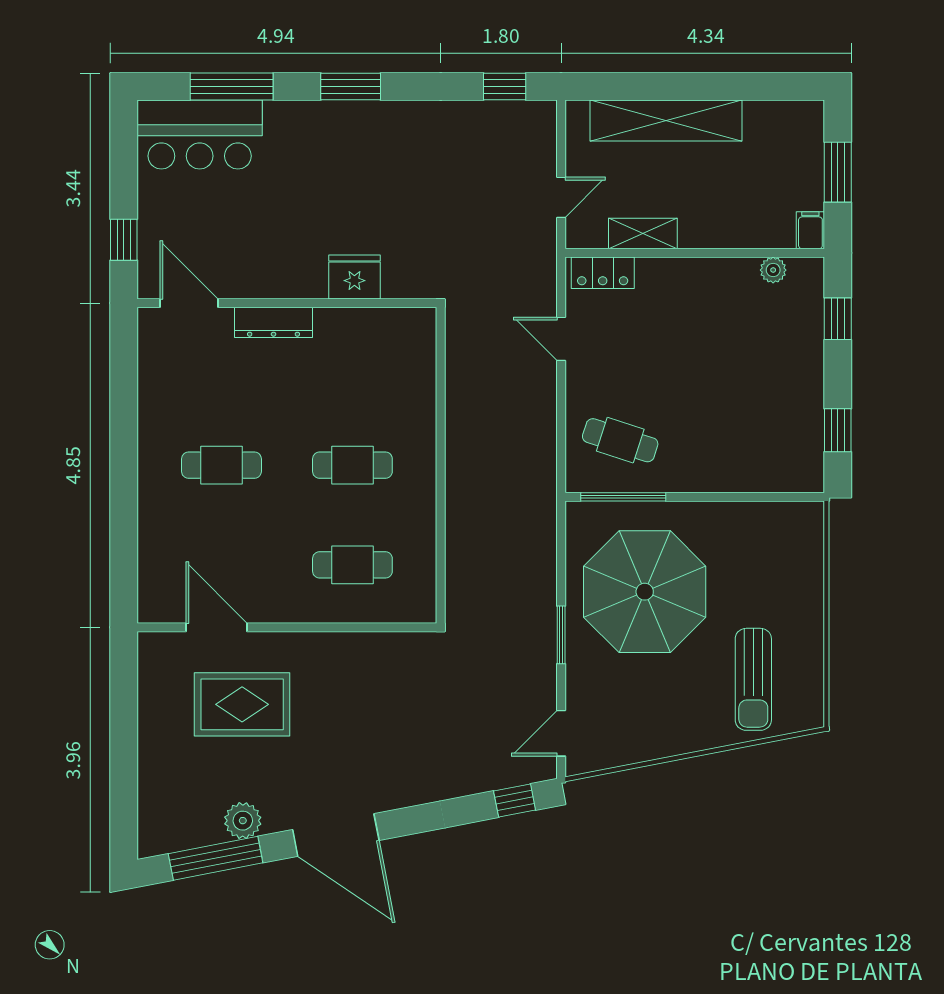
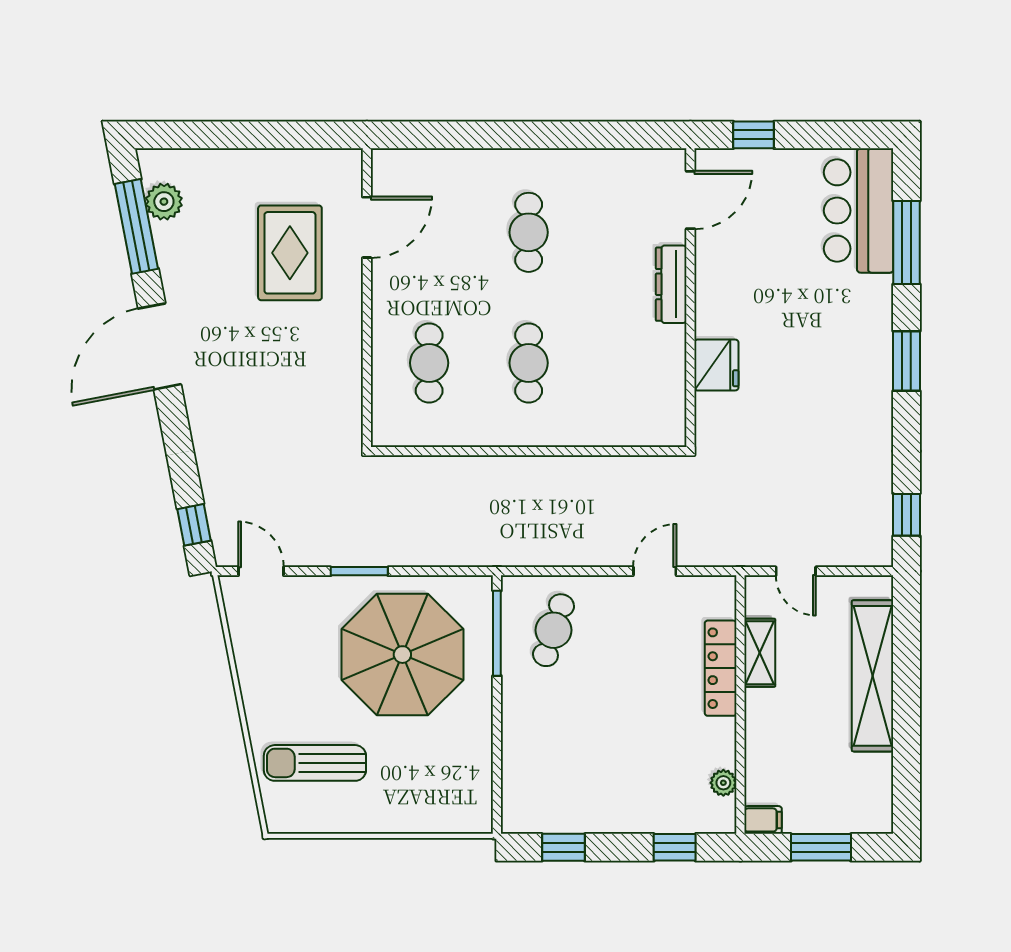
locker: (603, 273) -> (721, 668), moved, width x1.53
plant: (243, 821) -> (164, 202), moved

